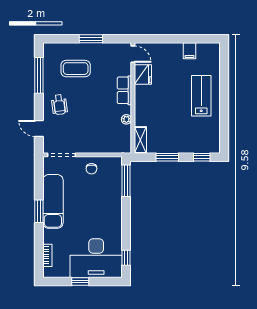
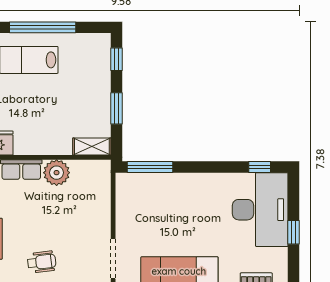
window: (224, 105) -> (43, 27), added
plant: (126, 119) -> (57, 173), width x1.88, depth x1.88
chair: (91, 169) -> (133, 216), removed

